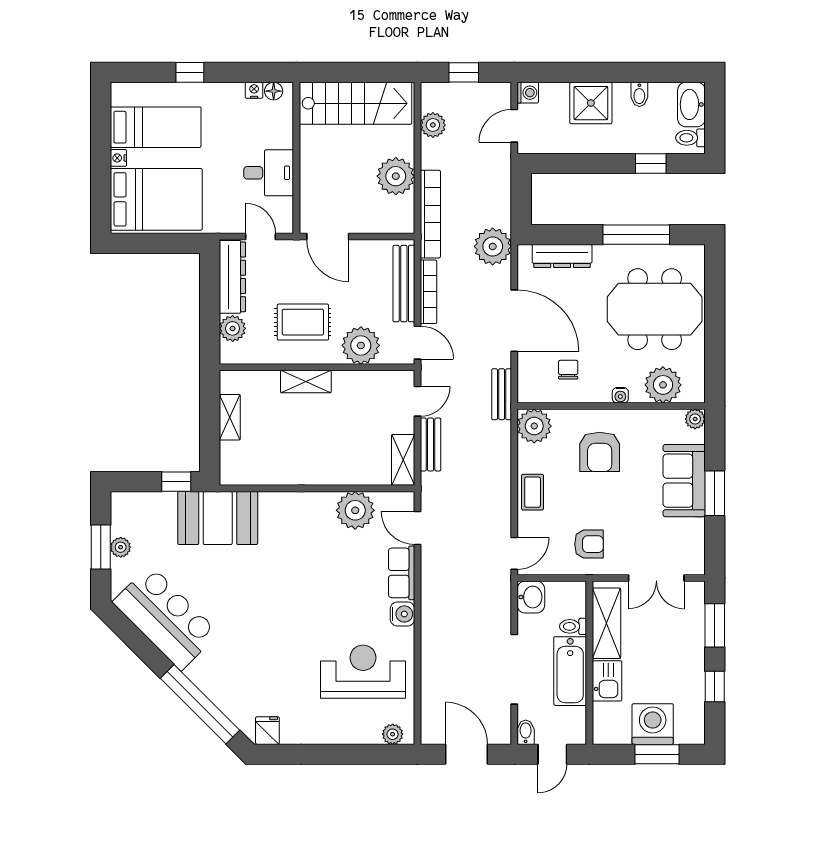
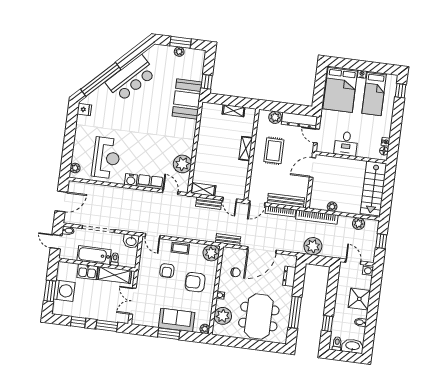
window: (190, 72) -> (401, 91), moved
plant: (396, 176) -> (332, 207), width x0.53, depth x0.53
door: (261, 237) -> (317, 136), swing flipped
plant: (493, 246) -> (313, 246), moved
dresser: (562, 256) -> (289, 276), width x0.70
plant: (361, 345) -> (259, 176), removed
door: (417, 528) -> (170, 192), hinge flipped
armchair: (589, 544) -> (167, 271), moved
bar counter: (166, 618) -> (131, 78), moved

